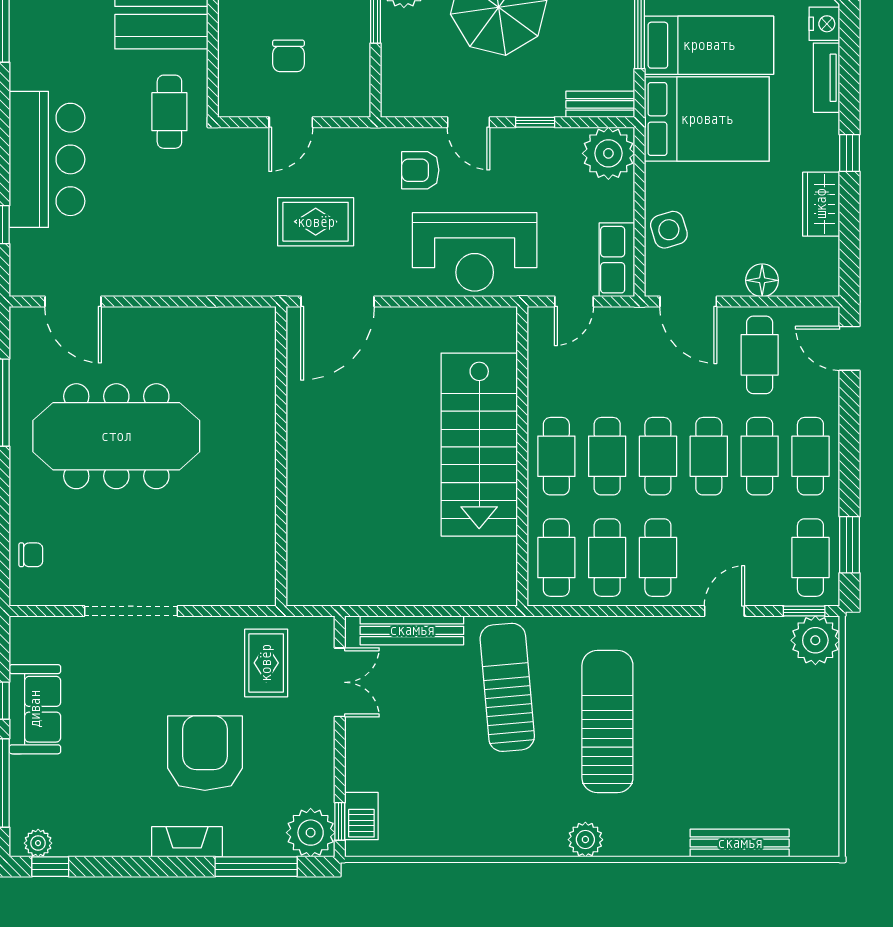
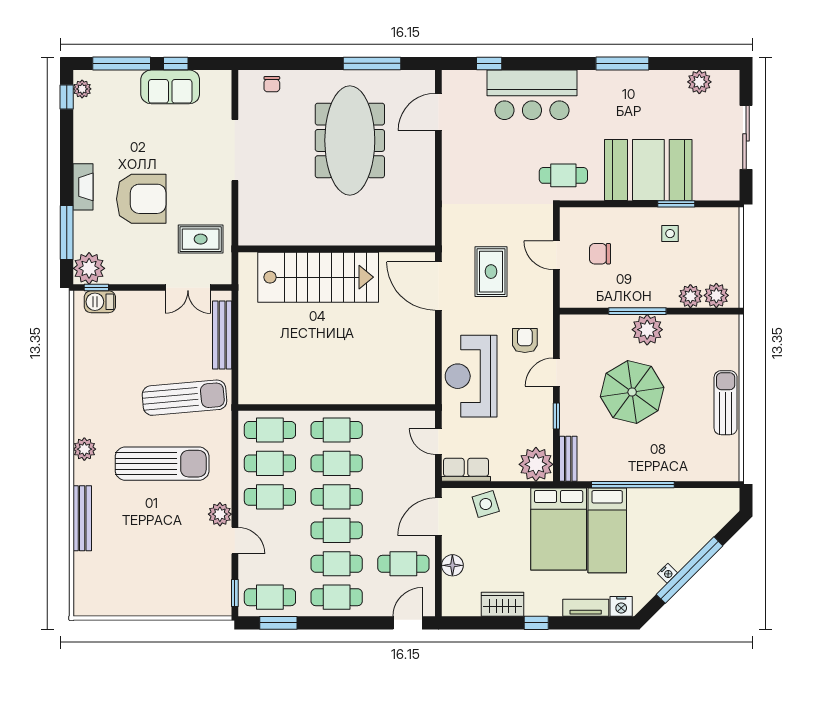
stairs: (479, 445) -> (318, 277), moved, turned 180
plant: (815, 640) -> (220, 514), moved, width x0.73, depth x0.73
bench: (740, 843) -> (82, 518), moved

